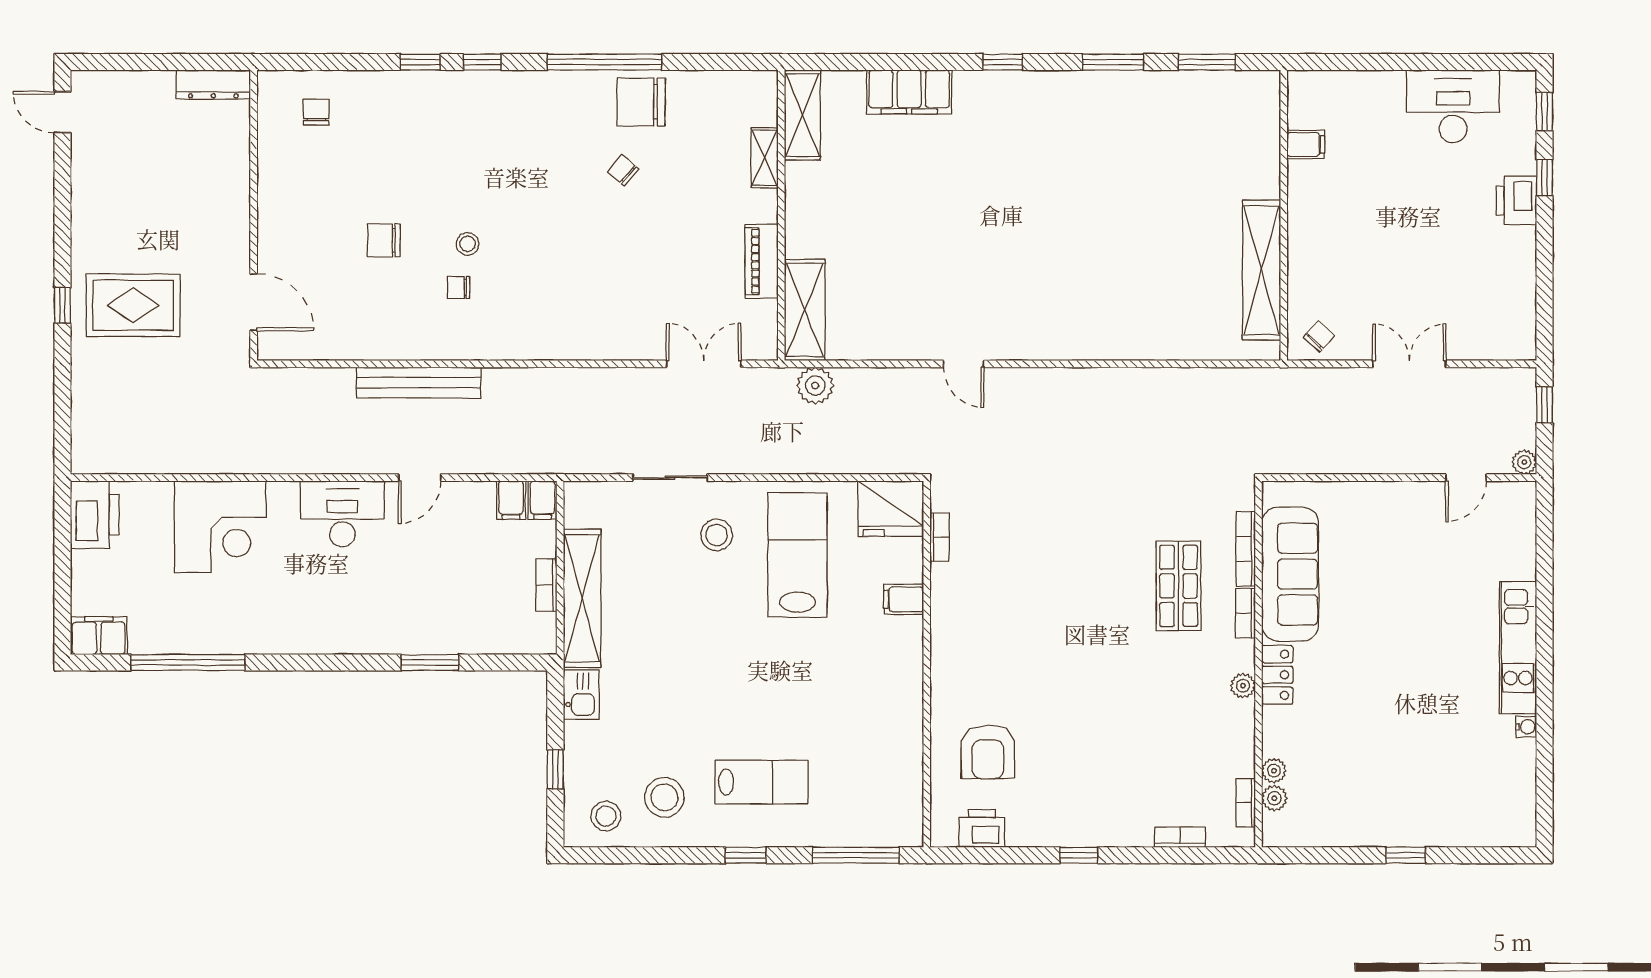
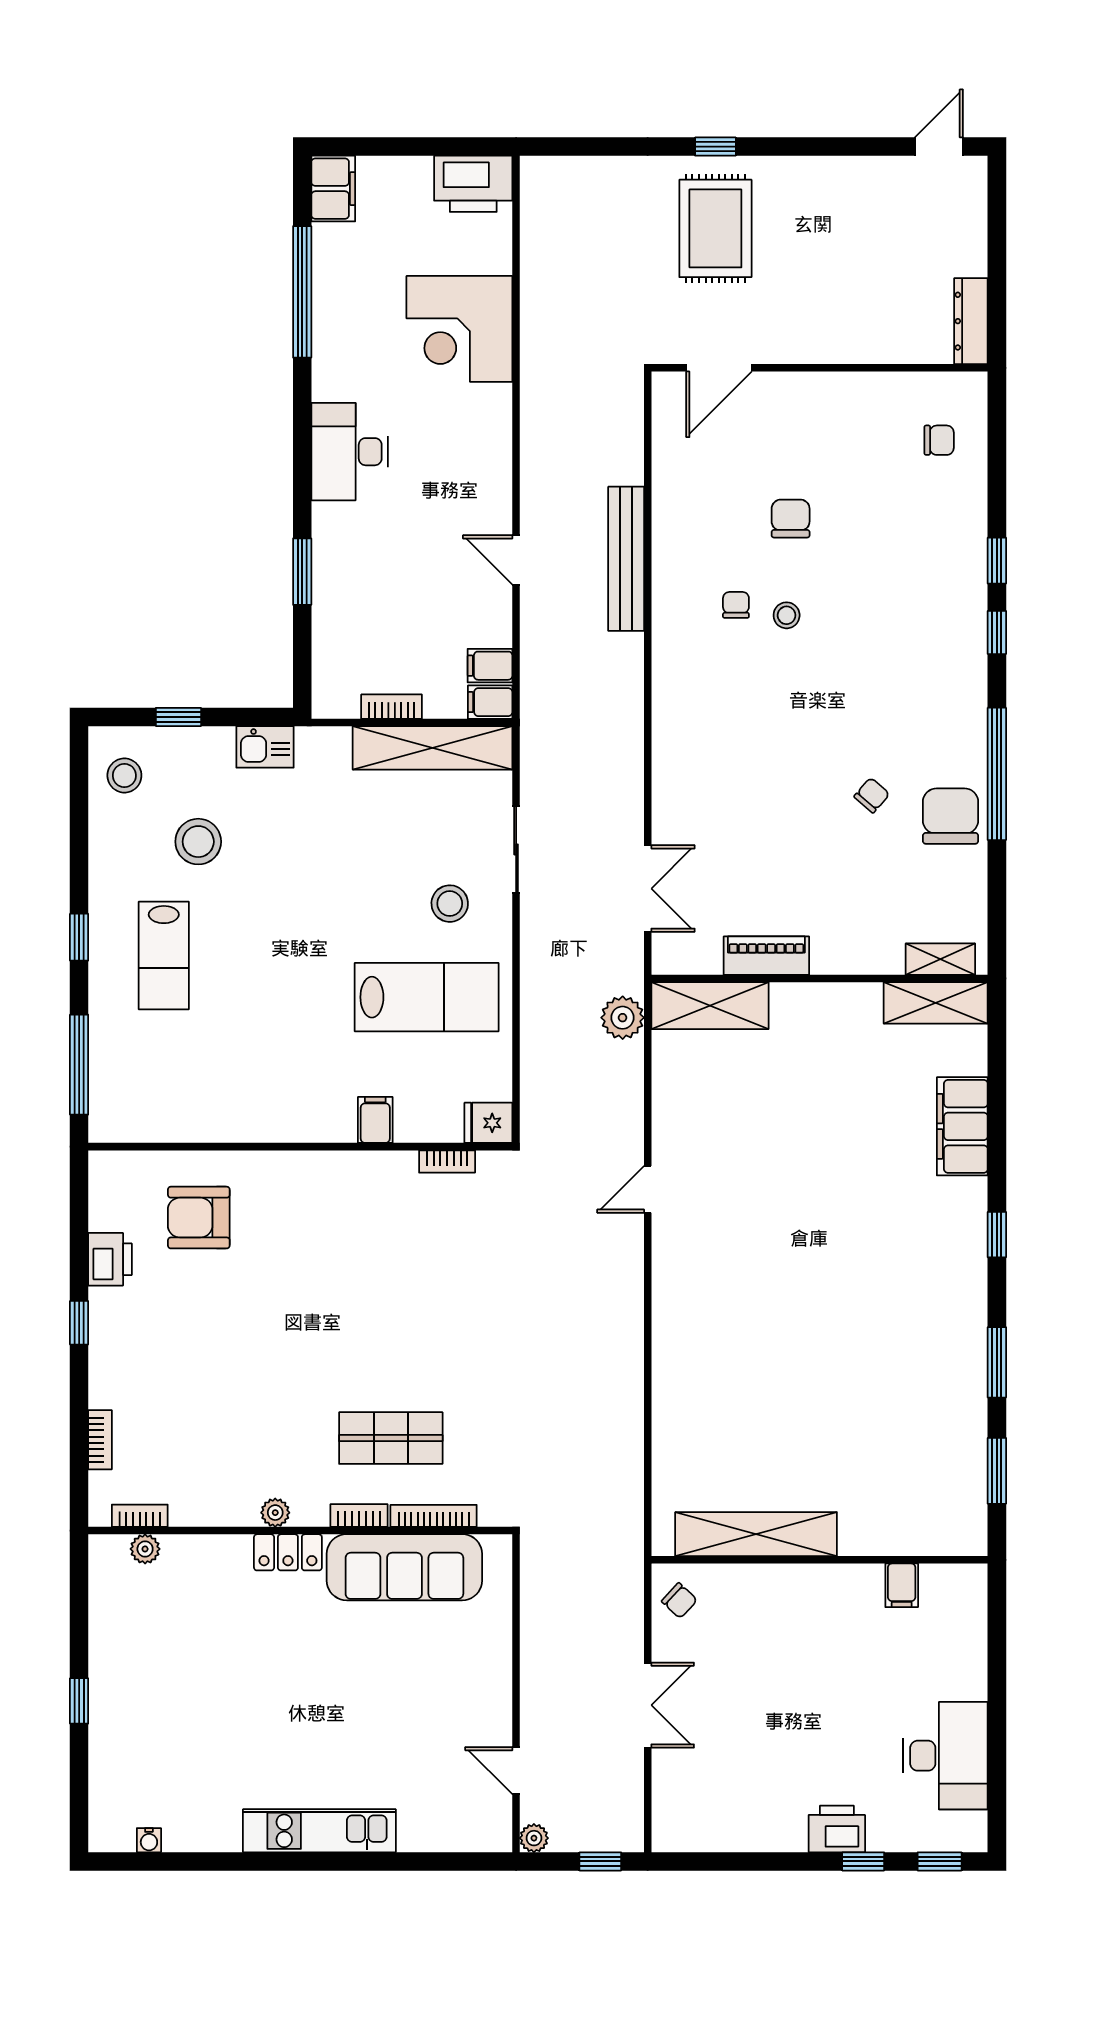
shelving: (765, 158) -> (940, 959), moved
fridge: (891, 509) -> (488, 1123), width x0.53, depth x0.75
desk: (342, 514) -> (350, 452), moved, turned 180
shelving: (582, 598) -> (433, 748), moved
water cooler: (1526, 727) -> (149, 1840), moved
plant: (1274, 771) -> (177, 1548), removed
stool: (664, 797) -> (198, 842), moved
printer: (982, 829) -> (110, 1259), moved

